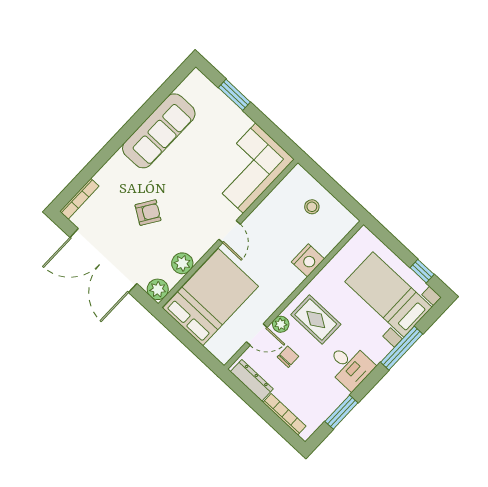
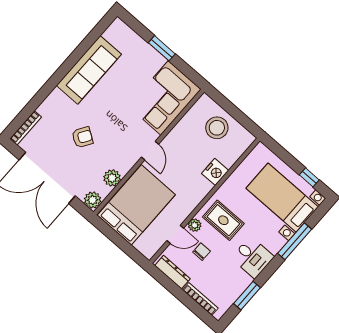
window: (234, 95) -> (162, 48), moved
stool: (312, 207) -> (217, 128), width x1.89, depth x1.89

